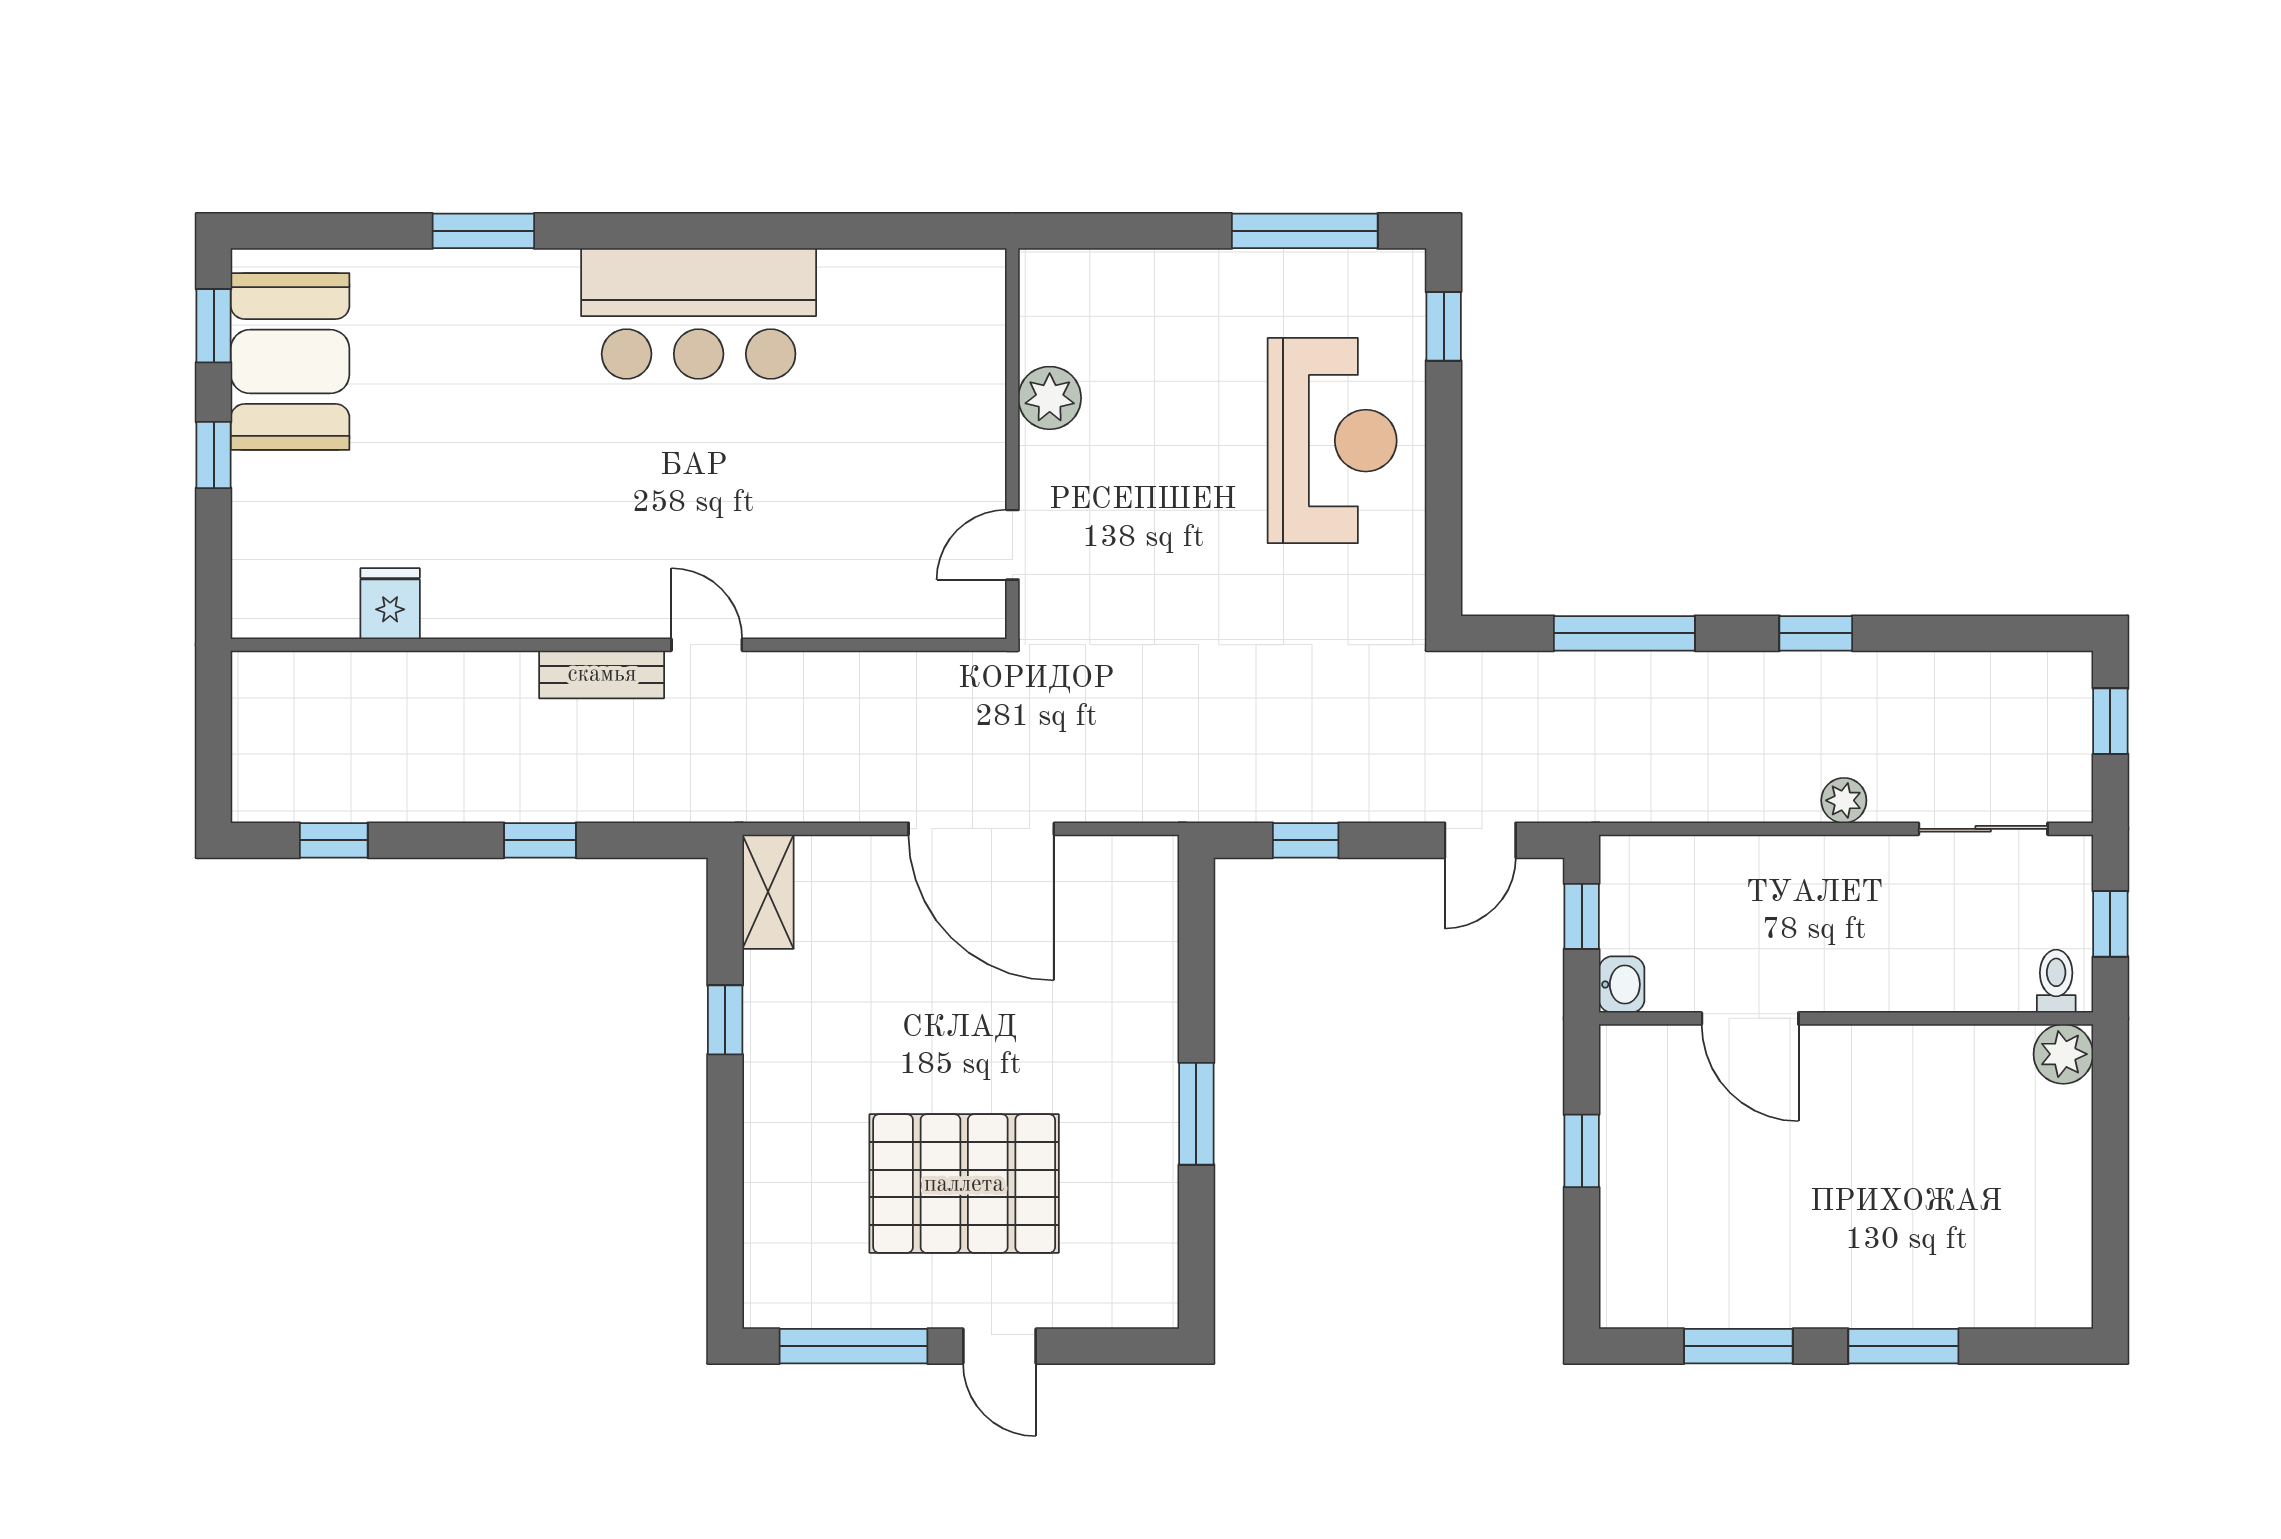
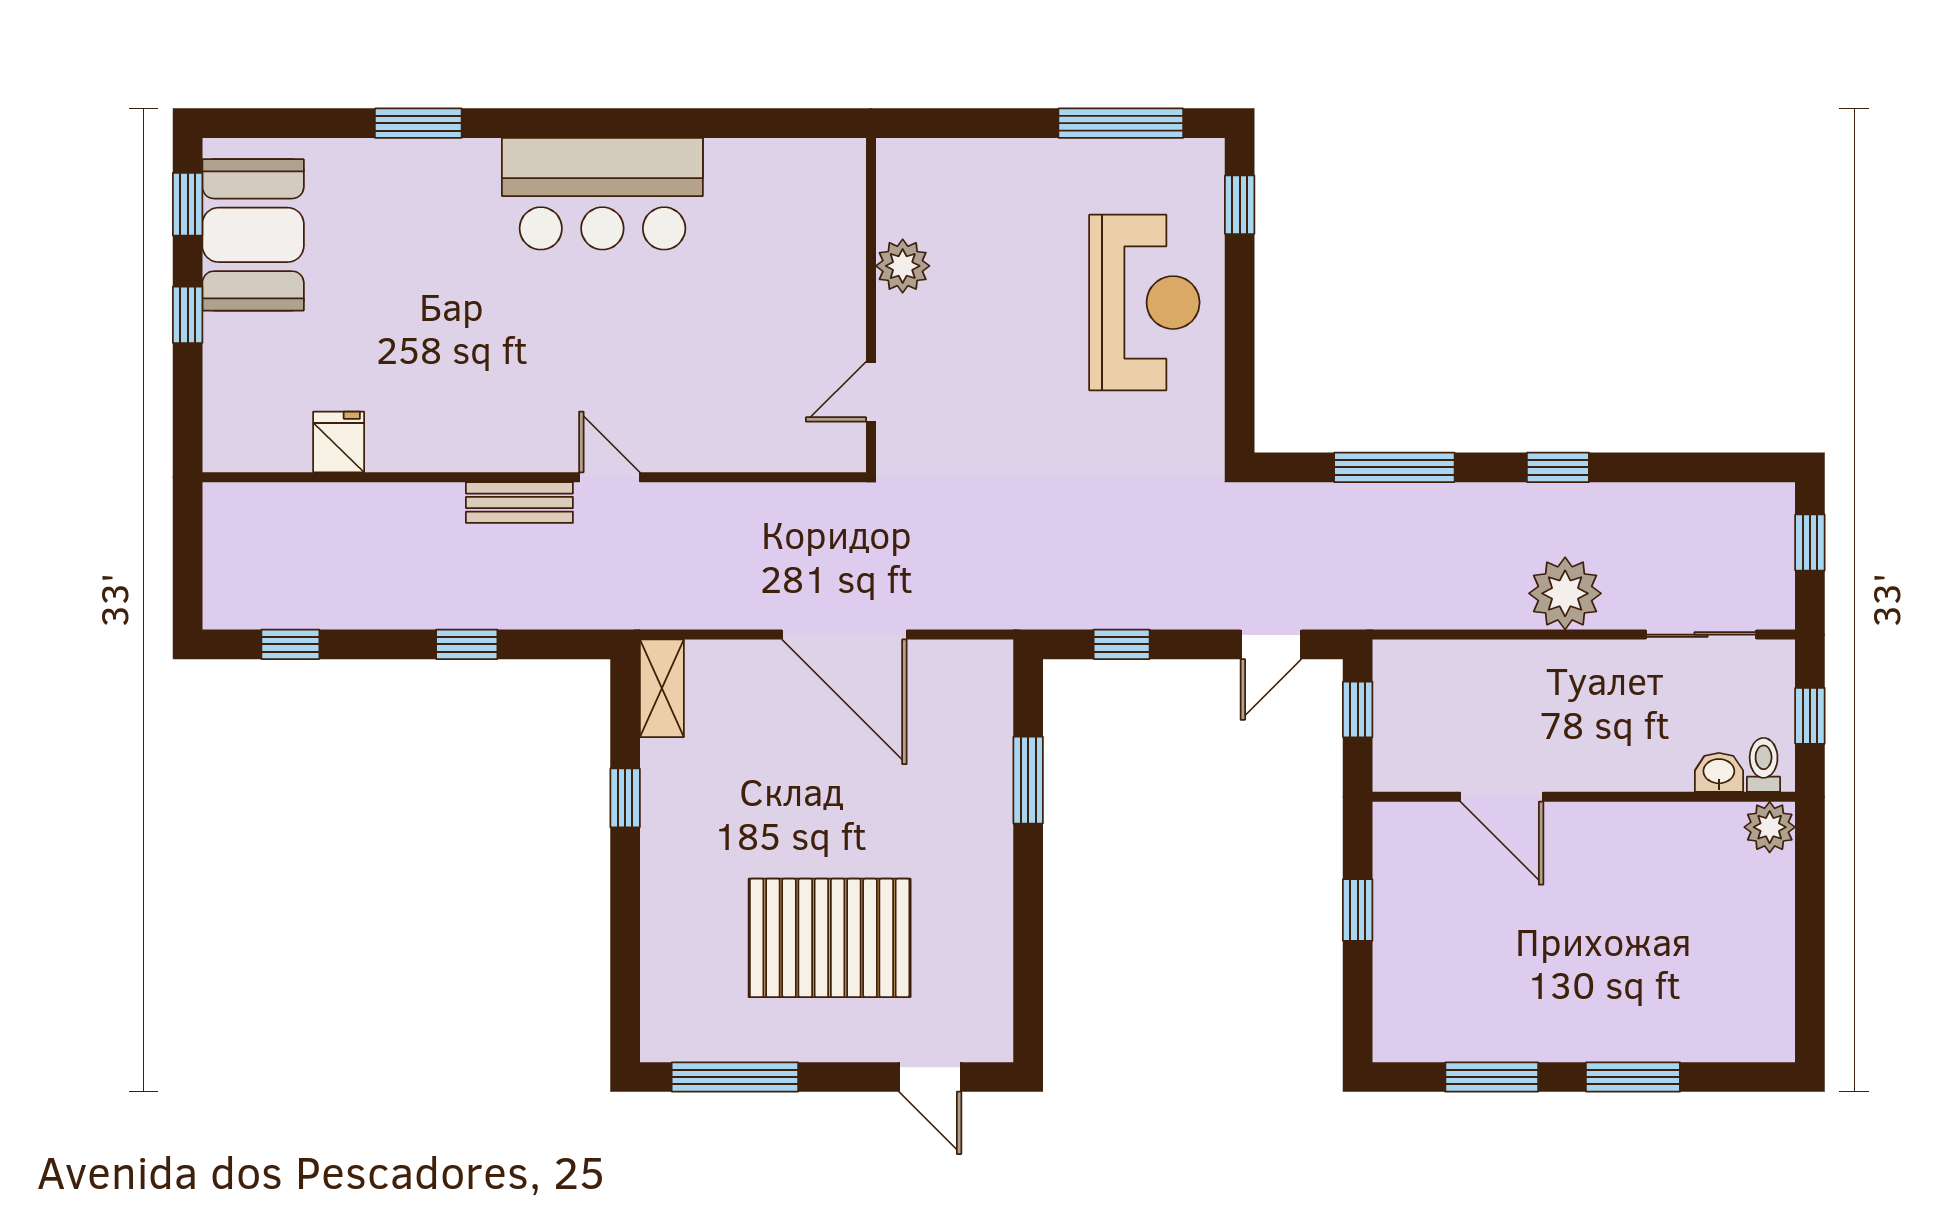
plant: (1844, 800) -> (1565, 593), width x1.87, depth x1.87
washbasin: (1622, 984) -> (1719, 772), moved, turned -90
window: (1196, 1114) -> (1028, 780), moved
door: (999, 1346) -> (930, 1077), moved

